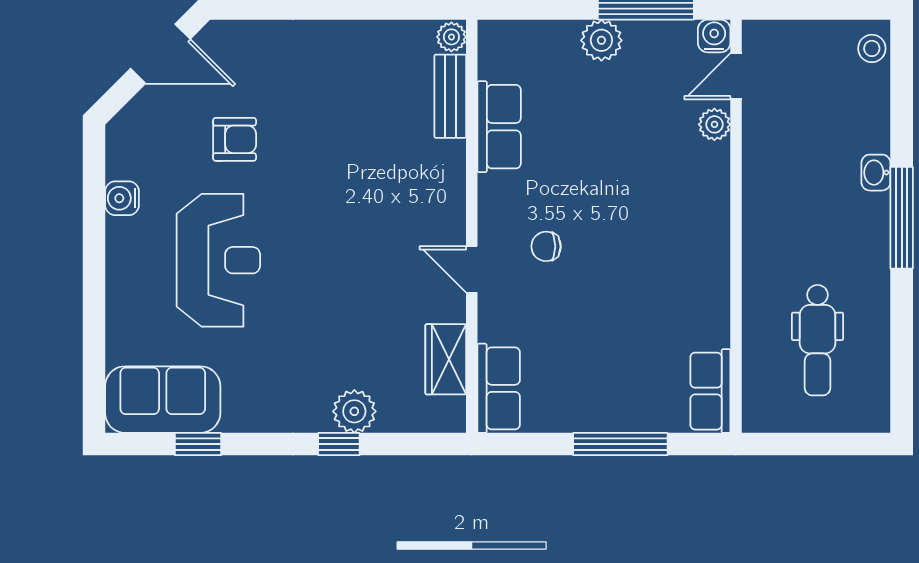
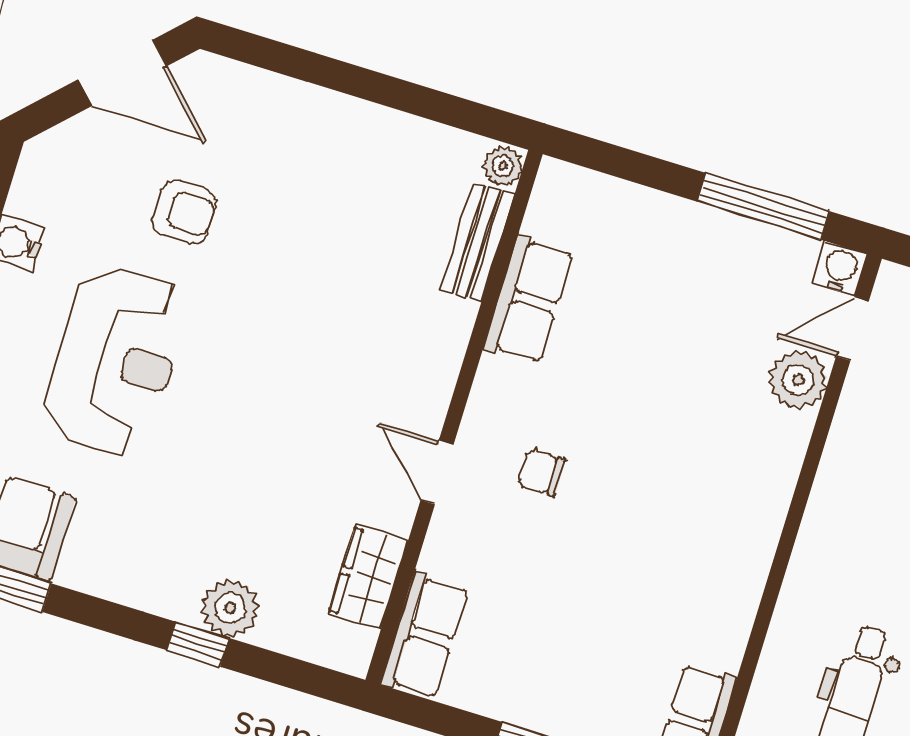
plant: (601, 40) -> (694, 230), removed
plant: (714, 124) -> (798, 380), width x1.38, depth x1.38

